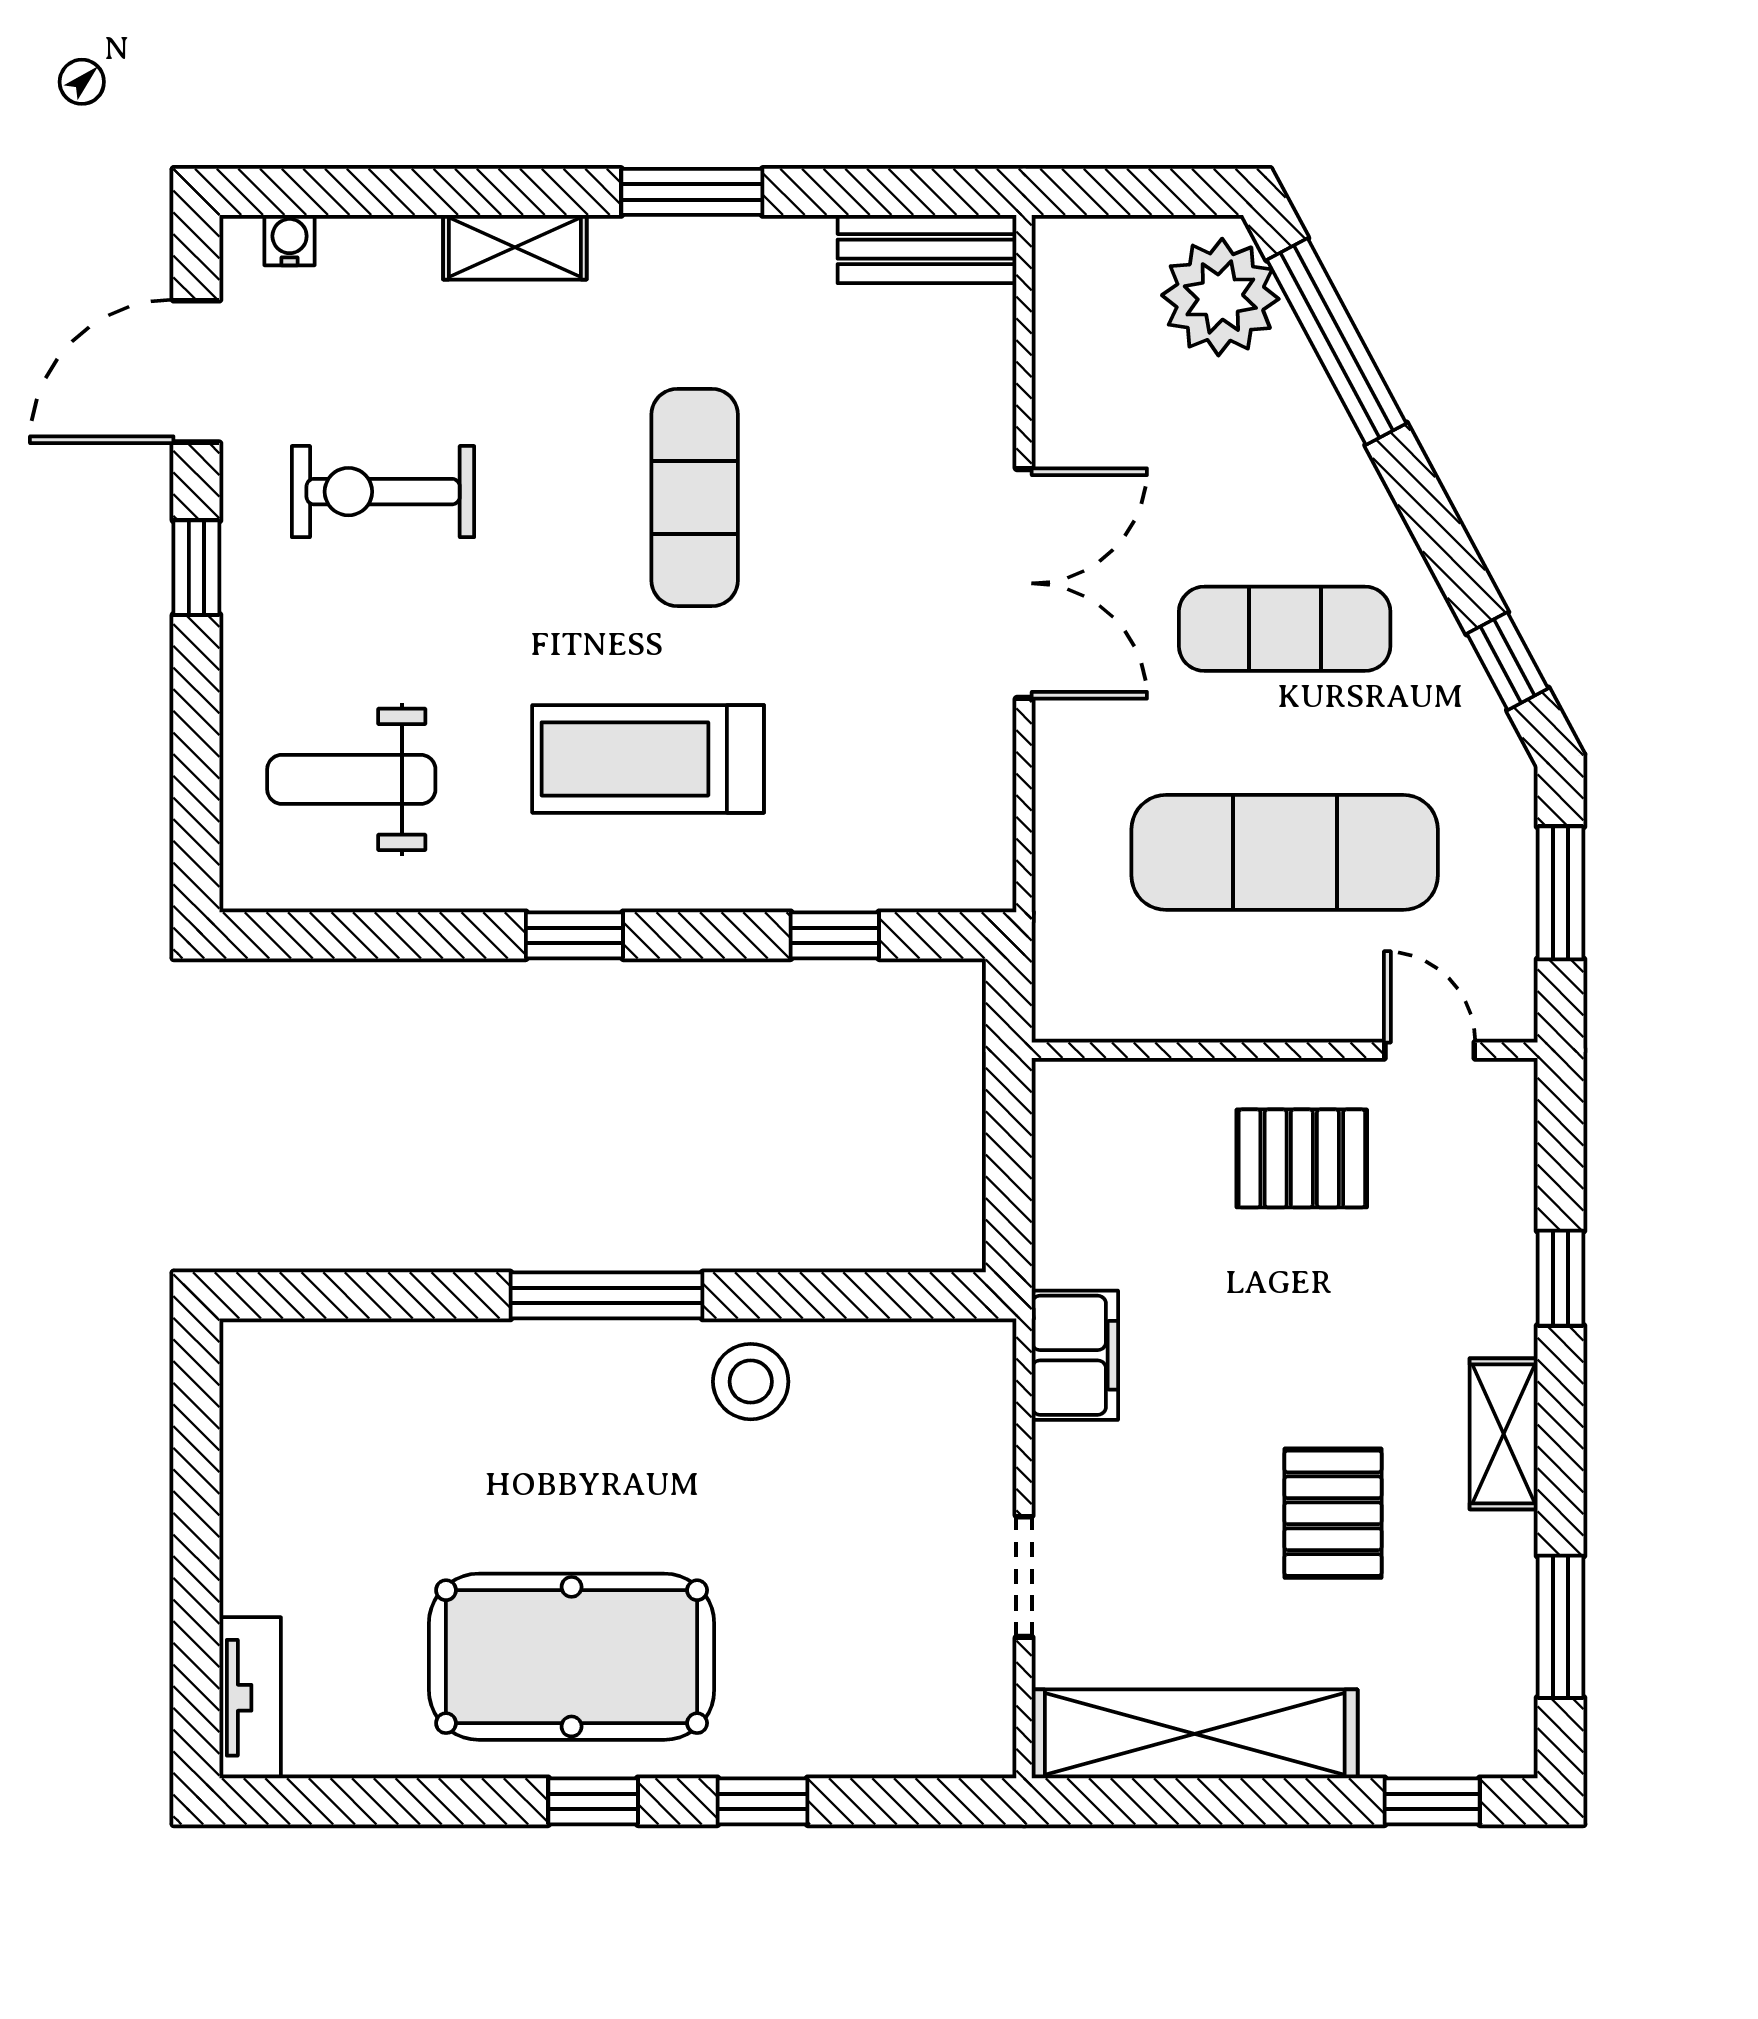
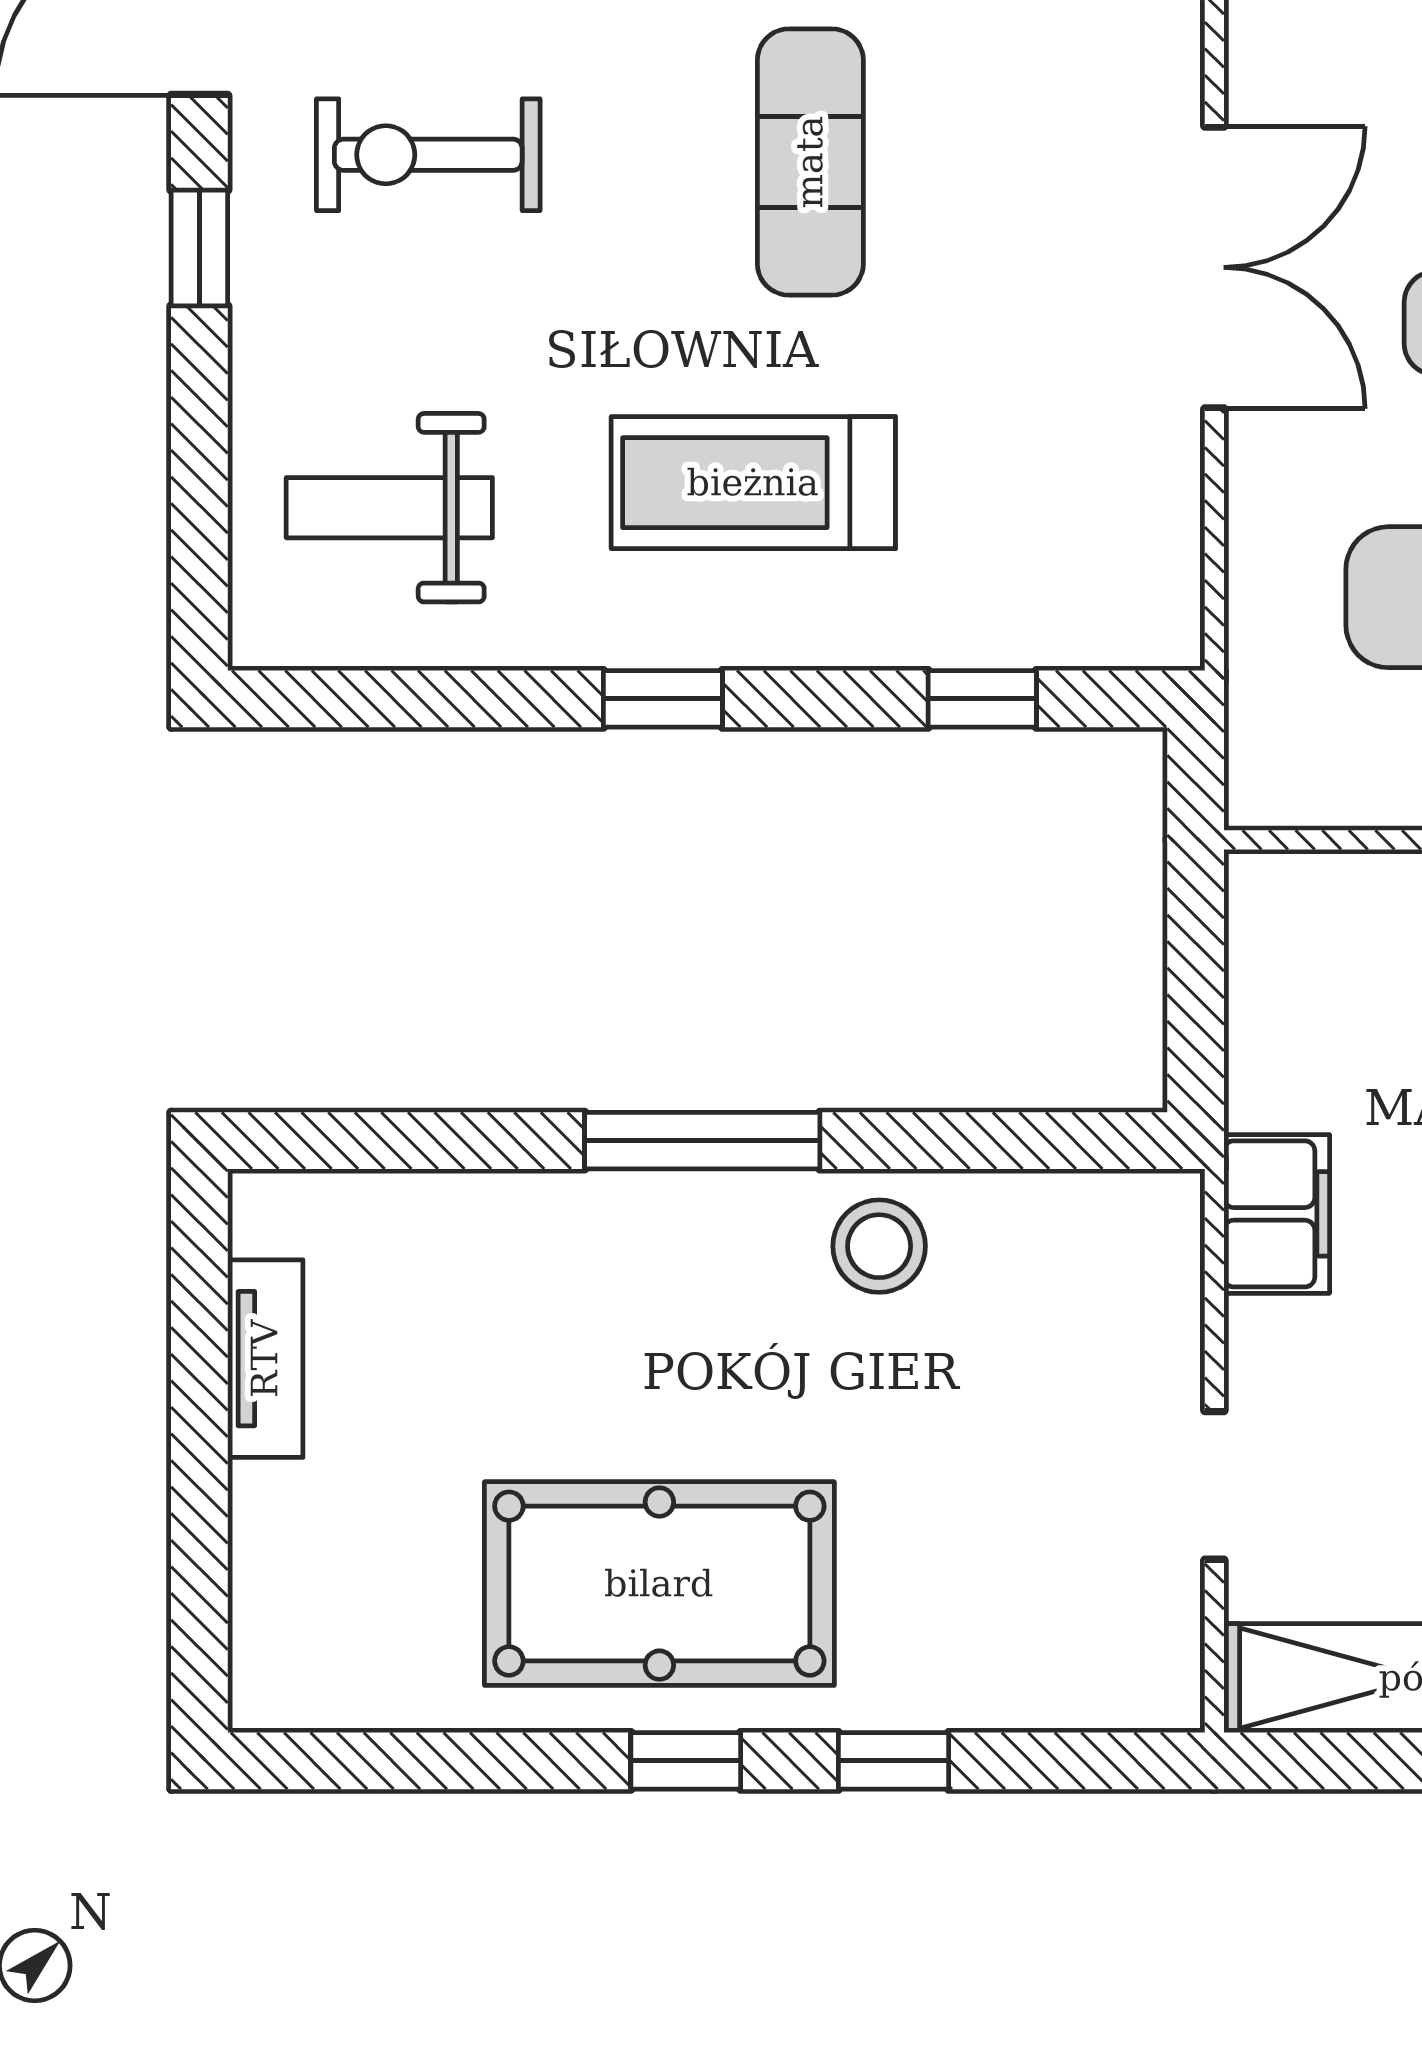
tv unit: (250, 1698) -> (265, 1359), moved

